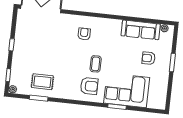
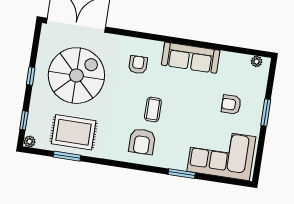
sofa: (141, 30) -> (191, 58), moved
spiral stairs: (43, 43) -> (76, 76), added
rug: (42, 82) -> (74, 132), width x1.36, depth x1.43
armchair: (89, 86) -> (142, 142), turned 90
corner sofa: (127, 90) -> (221, 154), moved

